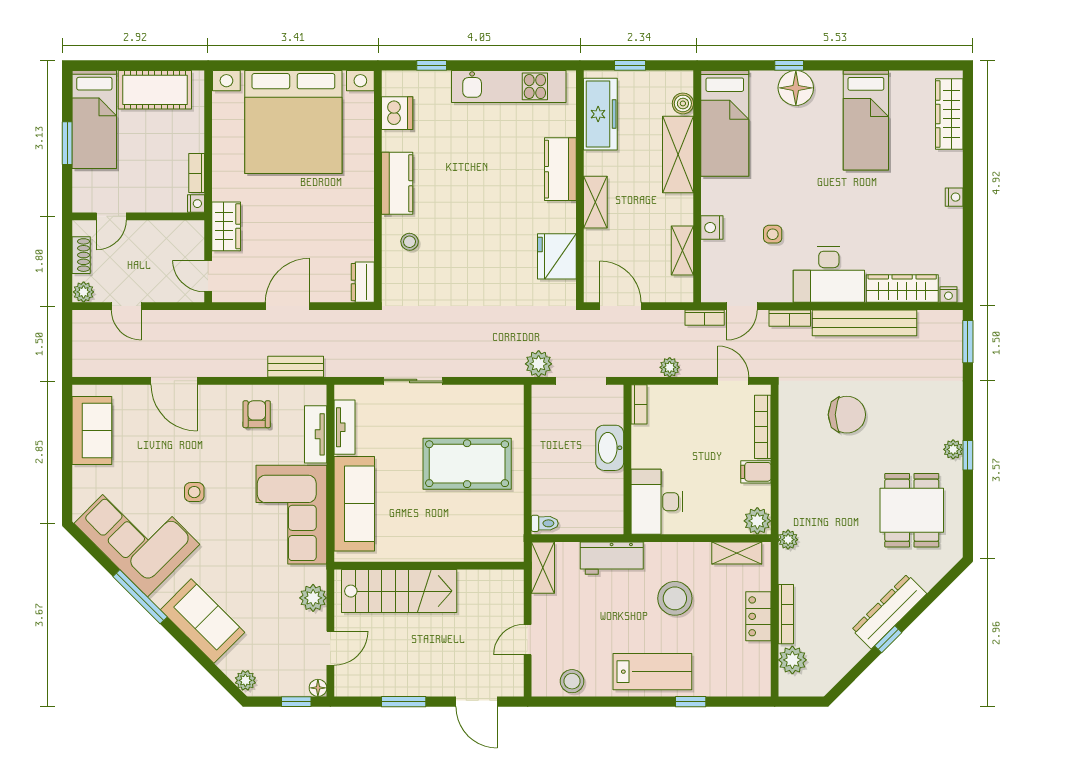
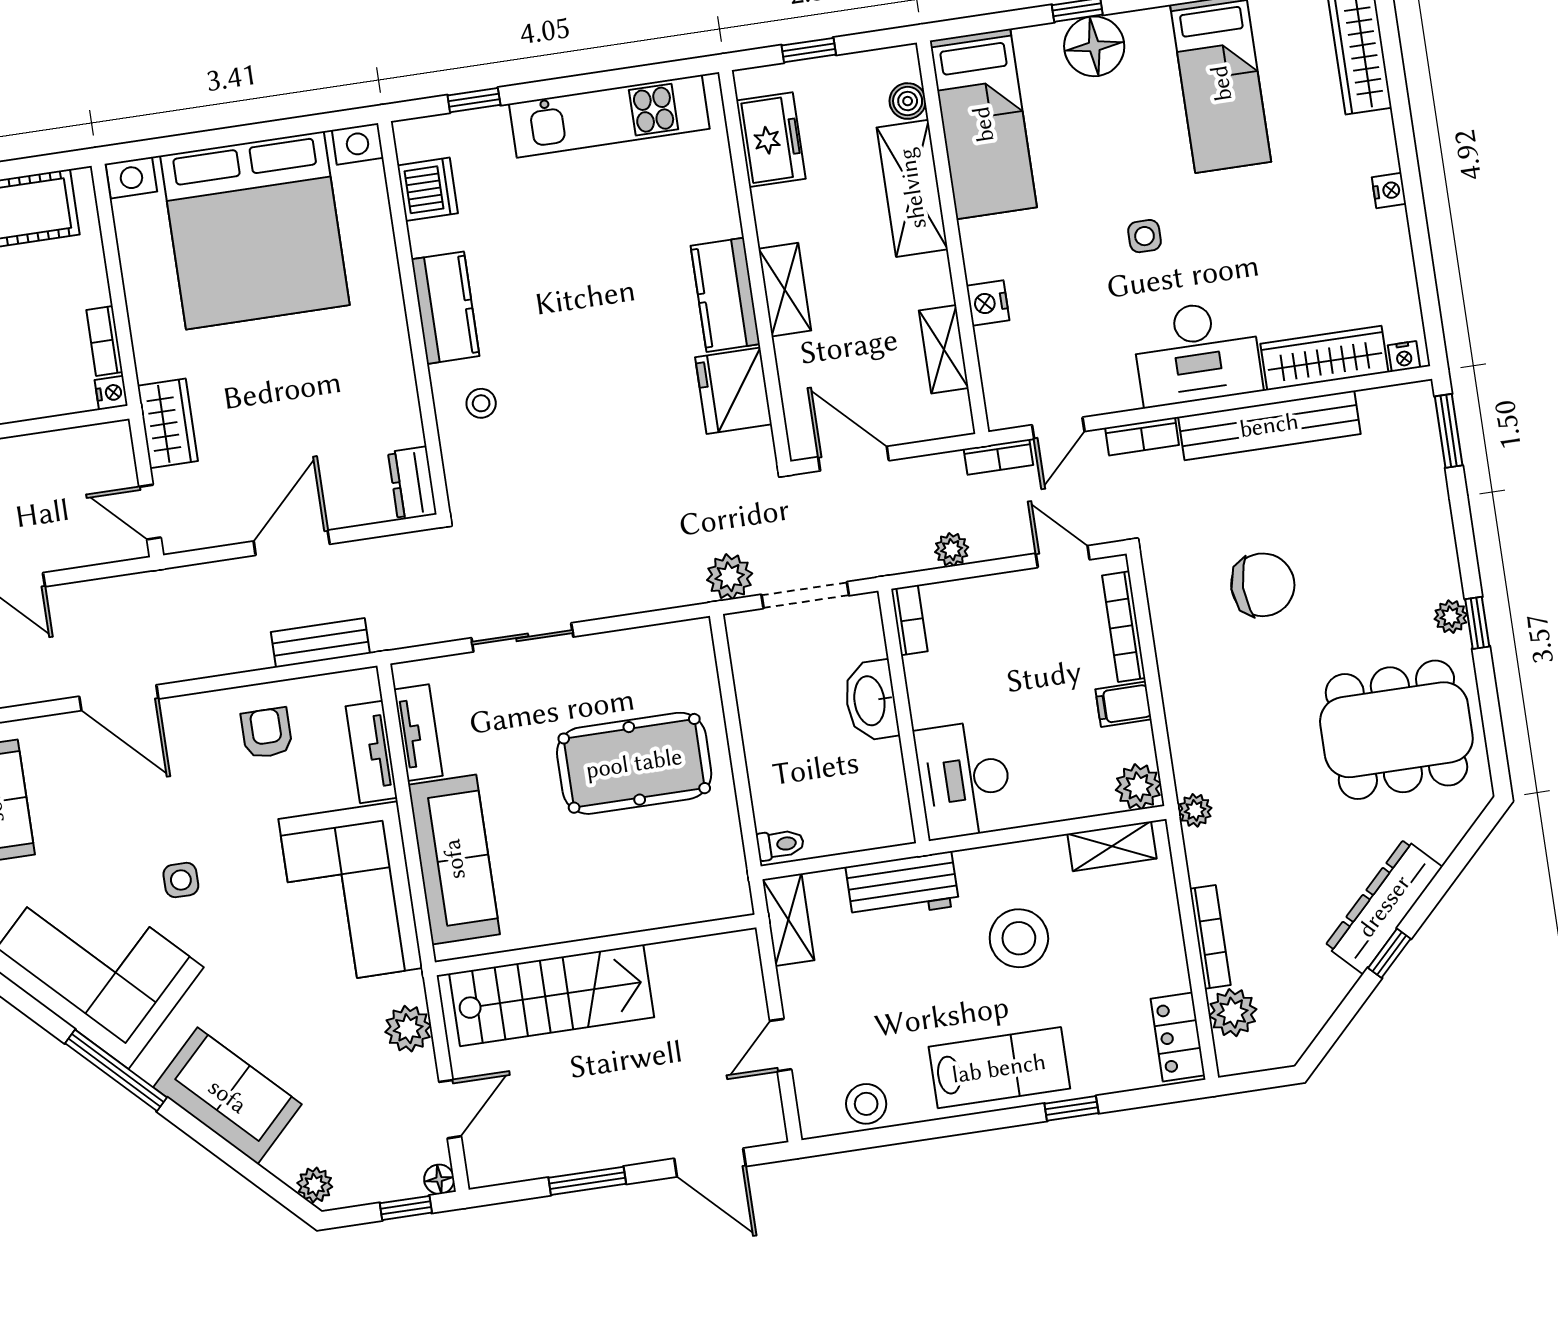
freezer: (600, 114) -> (771, 140), width x0.71
kitchen counter: (560, 169) -> (725, 295), moved
side table: (773, 234) -> (1145, 236), moved
dining table: (912, 510) -> (1396, 730), width x1.37
locker: (758, 616) -> (1178, 1037), moved

